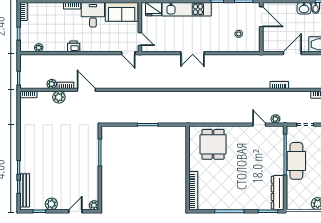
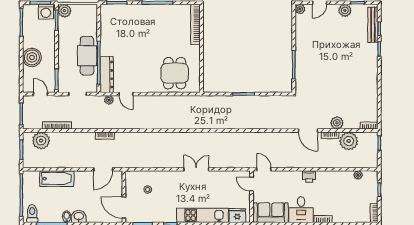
printer: (74, 46) -> (309, 176), moved
door: (292, 53) -> (103, 169), moved
plant: (52, 84) -> (349, 141), width x1.88, depth x1.88
dresser: (278, 193) -> (107, 75), moved

